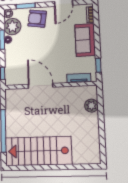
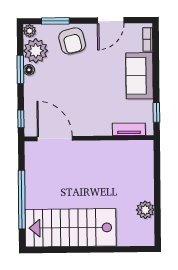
armchair: (37, 19) -> (72, 41), turned -113
door: (41, 86) -> (55, 139), moved
plant: (91, 106) -> (145, 210), moved

